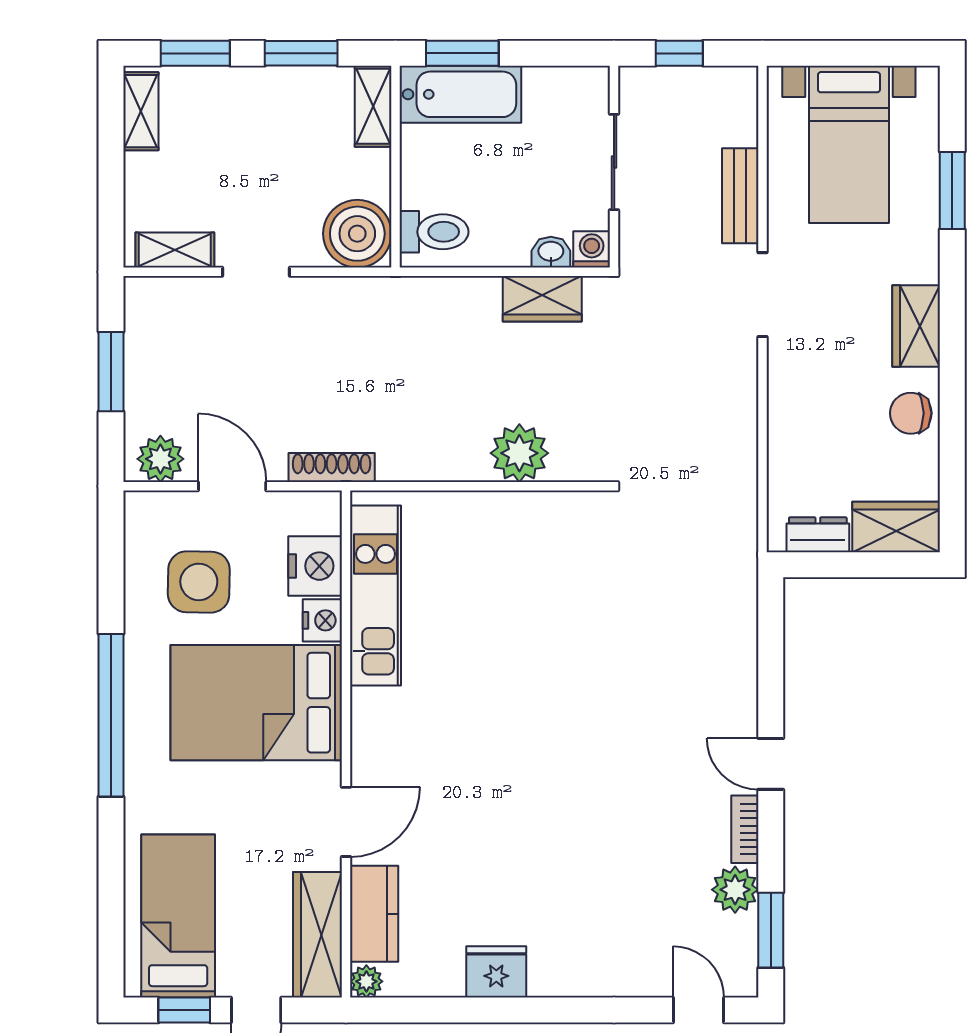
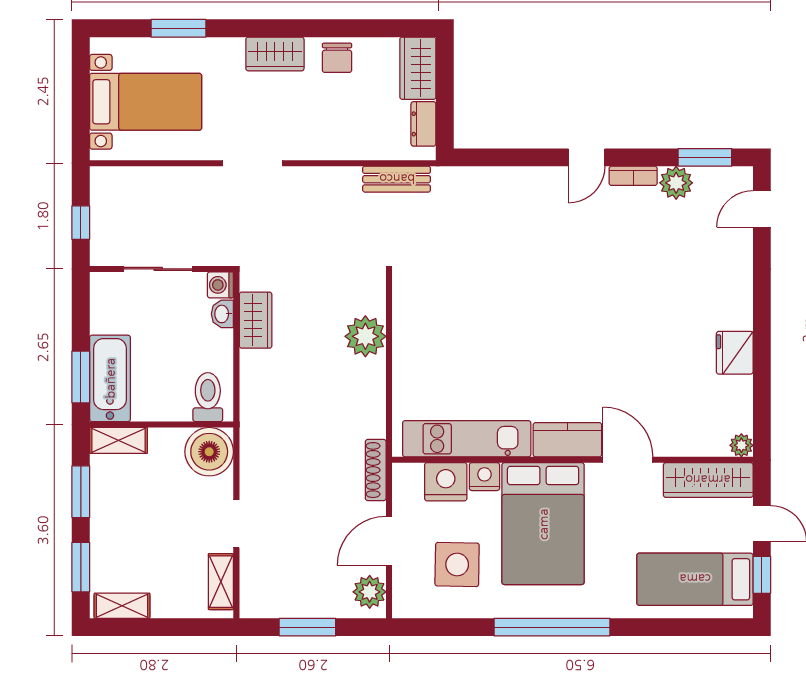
bench: (740, 196) -> (397, 179), moved
kitchen counter: (374, 914) -> (567, 440), moved

